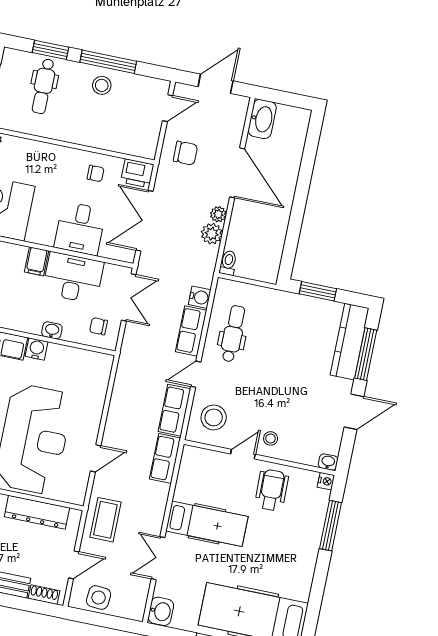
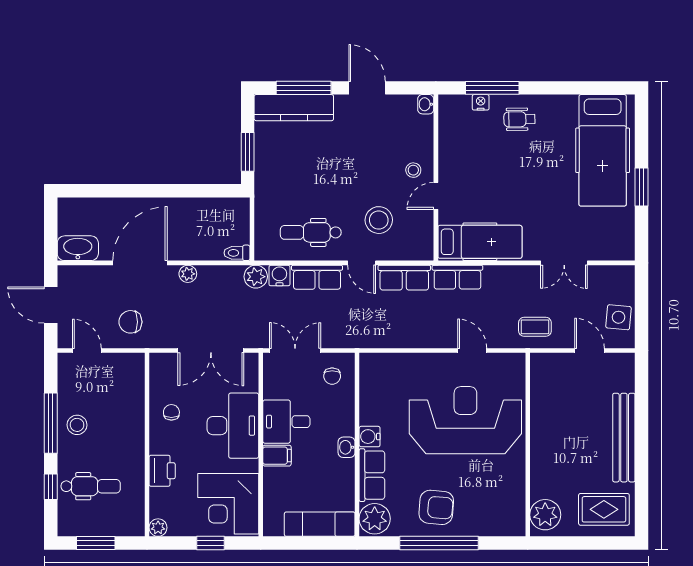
window: (50, 50) -> (51, 487), width x0.67
chair: (185, 153) -> (130, 322), turned -90
printer: (137, 173) -> (162, 471), moved
desk: (80, 229) -> (233, 426), width x1.37
plant: (212, 234) -> (256, 277), moved
desk: (73, 278) -> (286, 422), width x0.73
washbasin: (52, 330) -> (347, 447), moved
stool: (214, 417) -> (379, 220), moved
door: (243, 454) -> (436, 196), hinge flipped
nightstand: (326, 481) -> (481, 102), moved
wheelchair: (272, 490) -> (520, 119), moved, width x0.73, depth x0.73
dresser: (37, 512) -> (542, 401), removed
coffee table: (105, 520) -> (535, 327), width x0.73, depth x0.77
hospital bed: (207, 524) -> (480, 242), moved, turned 90
shoe rack: (44, 595) -> (627, 375), removed
washbasin: (161, 611) -> (620, 248), removed

